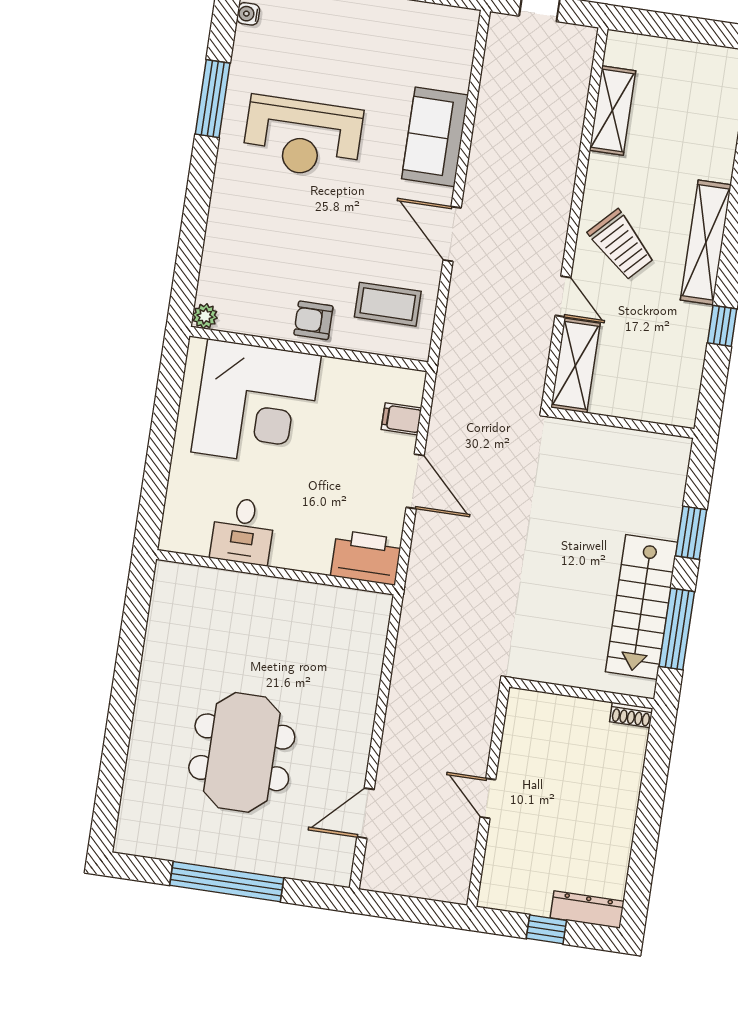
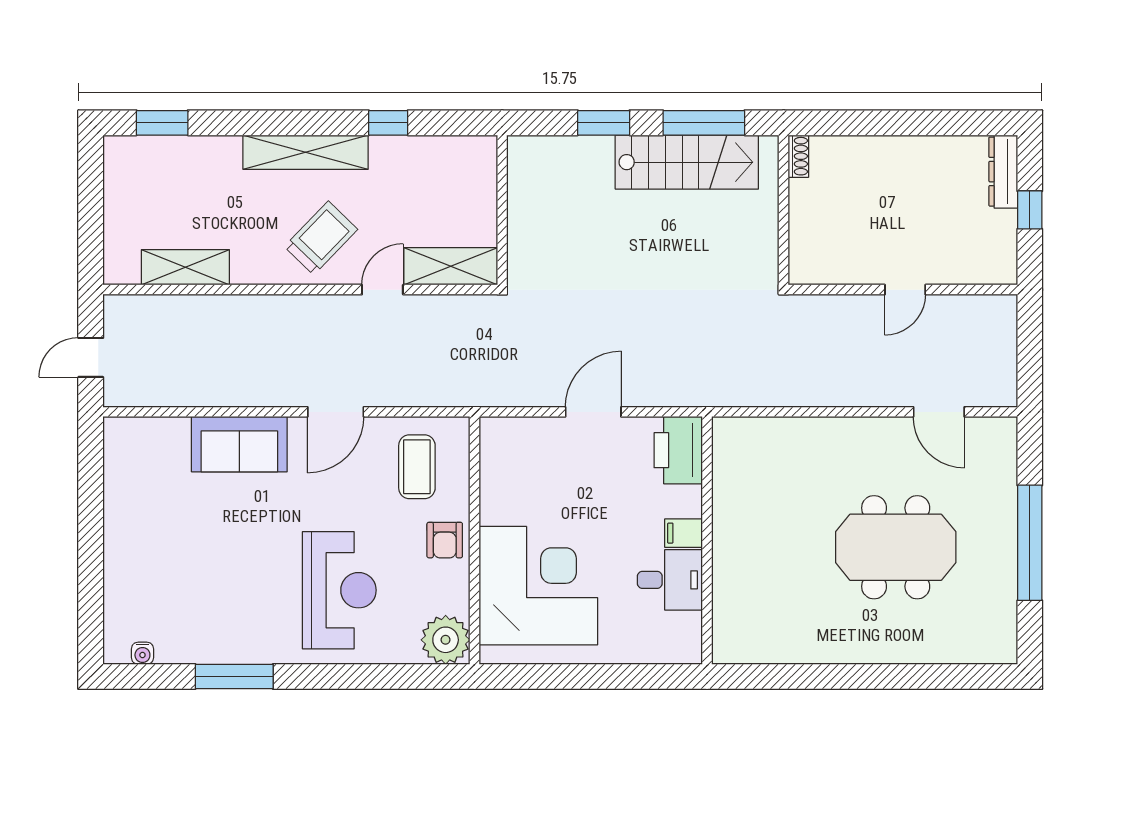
reception desk: (303, 137) -> (339, 590), moved
plant: (205, 316) -> (446, 640), width x1.88, depth x1.88
filing cabinet: (401, 419) -> (684, 533), moved, turned 90

